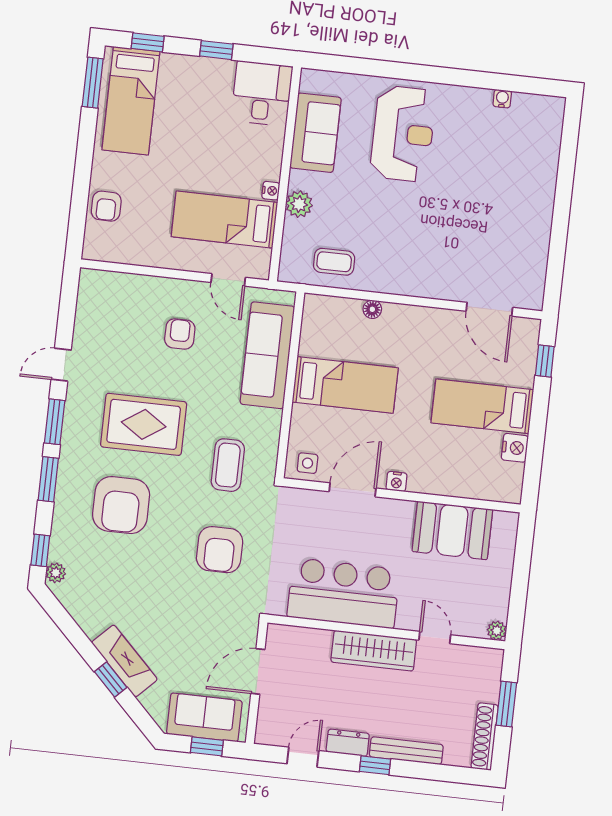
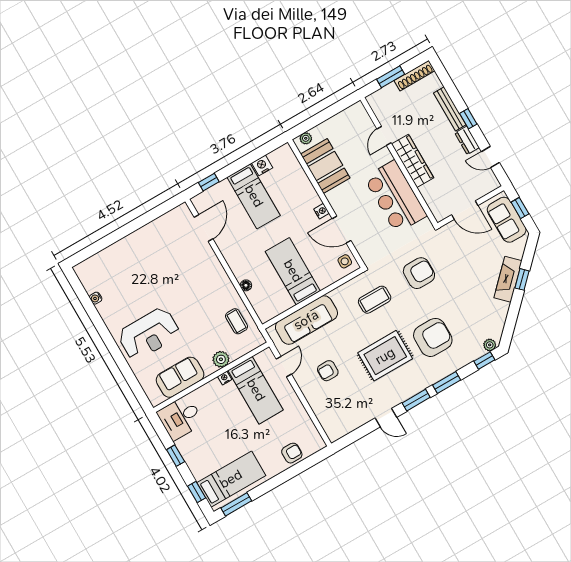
reception desk: (403, 134) -> (149, 334), turned 180
rug: (144, 424) -> (385, 356), turned 90
plant: (497, 631) -> (306, 138), moved

